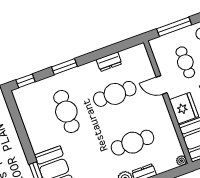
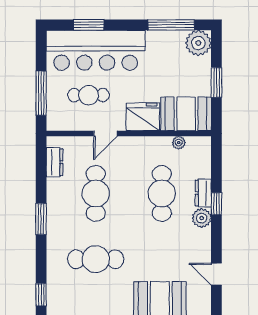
dresser: (109, 62) -> (55, 162), moved
window: (64, 67) -> (41, 219), moved
plant: (182, 161) -> (179, 143), moved

